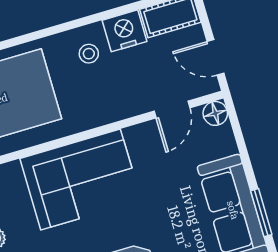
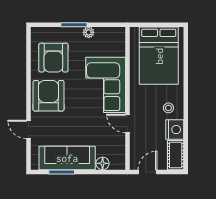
door: (172, 109) -> (128, 123), moved
floor lamp: (215, 113) -> (103, 163), moved

